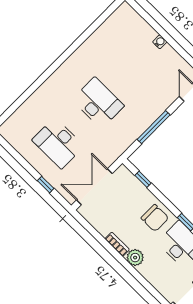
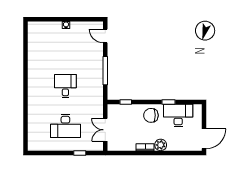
desk: (98, 103) -> (65, 86), width x0.73
double door: (94, 187) -> (105, 130), width x0.73
chair: (155, 218) -> (151, 115), turned 180

